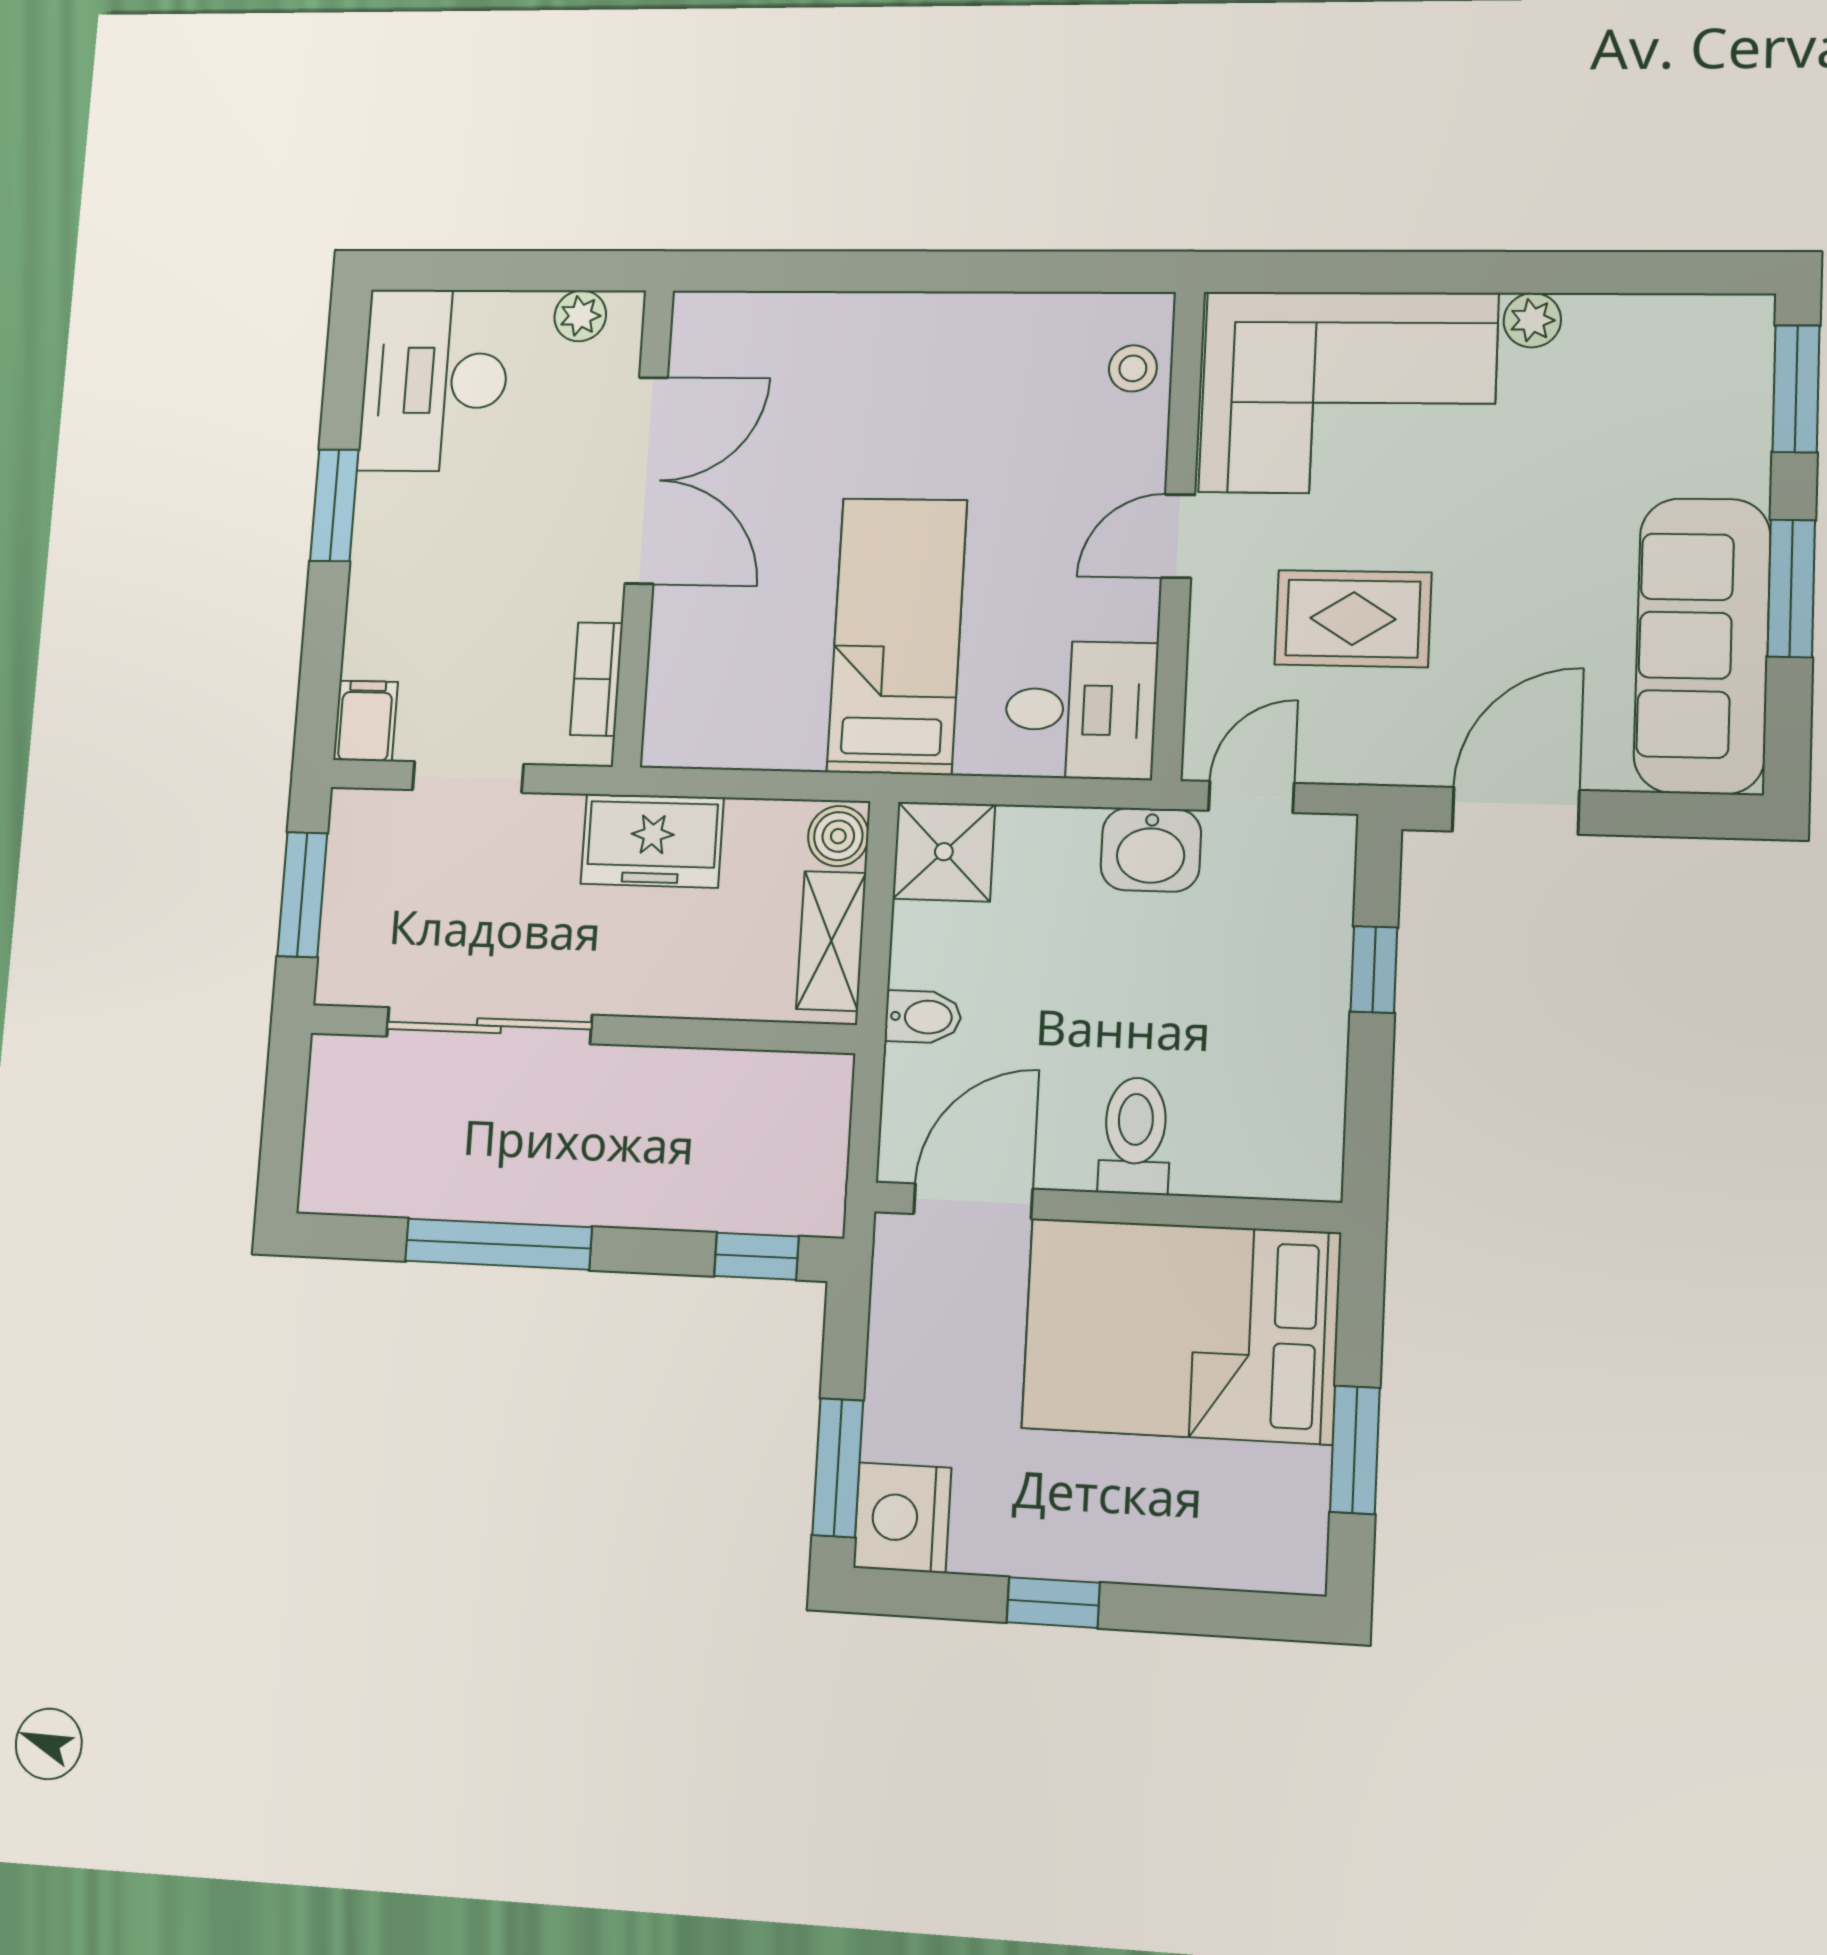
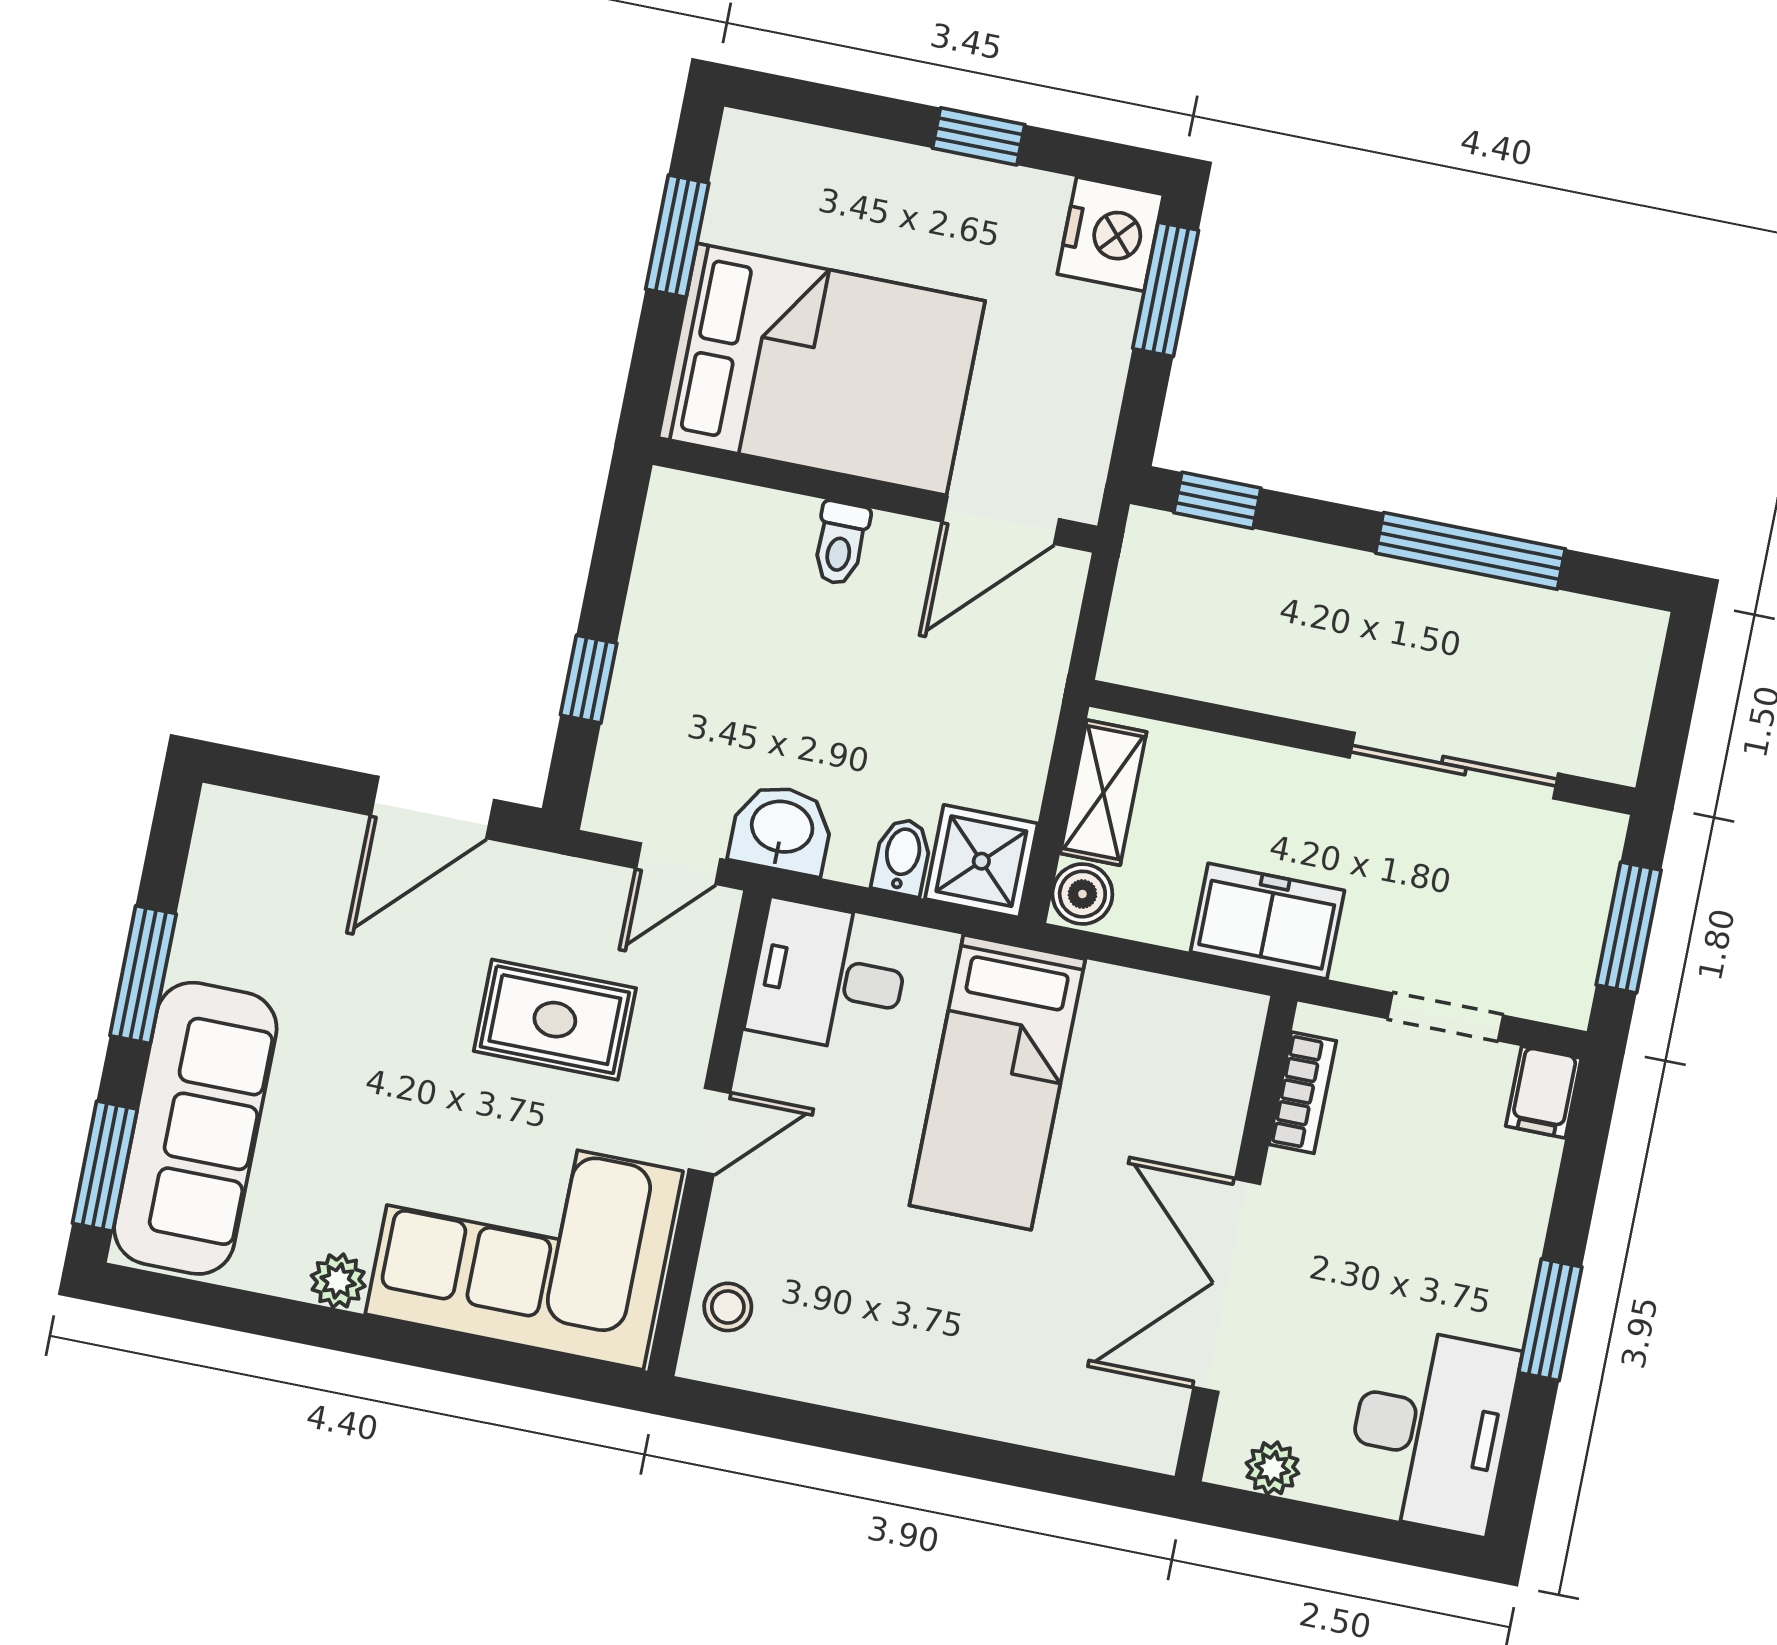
sofa: (1702, 646) -> (195, 1128), moved
bidet: (923, 1017) -> (902, 857), moved, turned 90
toilet: (1135, 1136) -> (840, 543), width x0.73, depth x0.72

